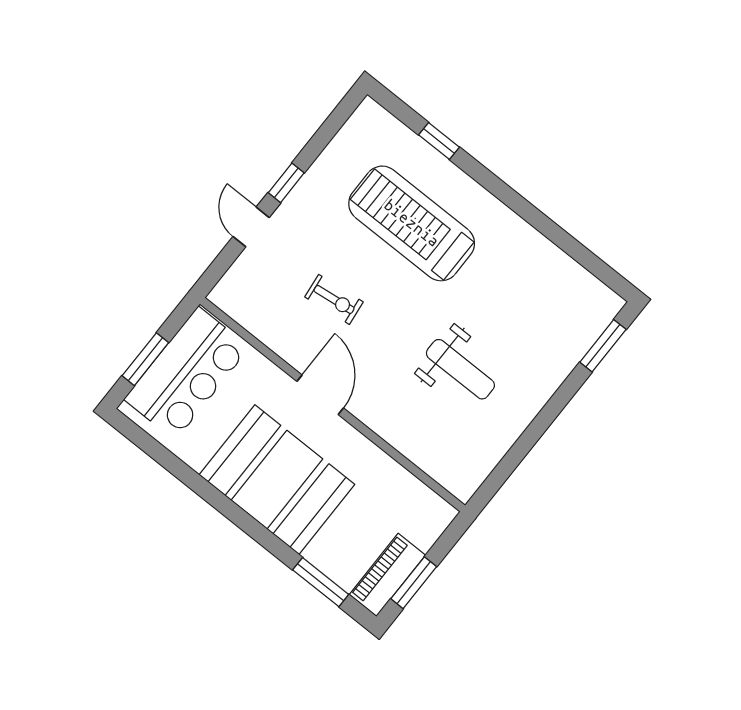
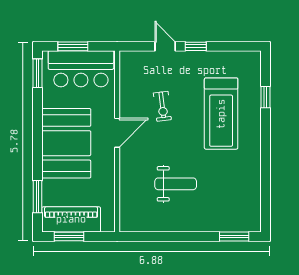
treadmill: (412, 223) -> (221, 114), turned 180
door: (251, 227) -> (165, 46), hinge flipped
weight bench: (460, 369) -> (176, 184), turned -90
window: (143, 441) -> (38, 73), added
piano: (387, 575) -> (71, 219), width x1.37, depth x1.33

